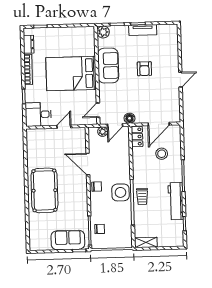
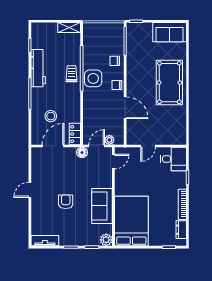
tv unit: (143, 30) -> (45, 241), moved
bed: (71, 74) -> (131, 221), moved, turned -90
chair: (100, 229) -> (115, 61), moved
sofa: (68, 240) -> (170, 32), moved

